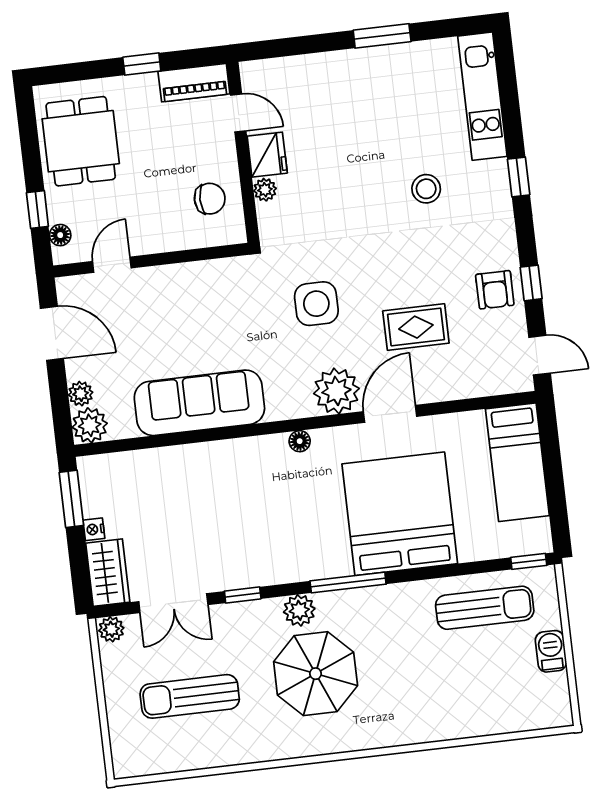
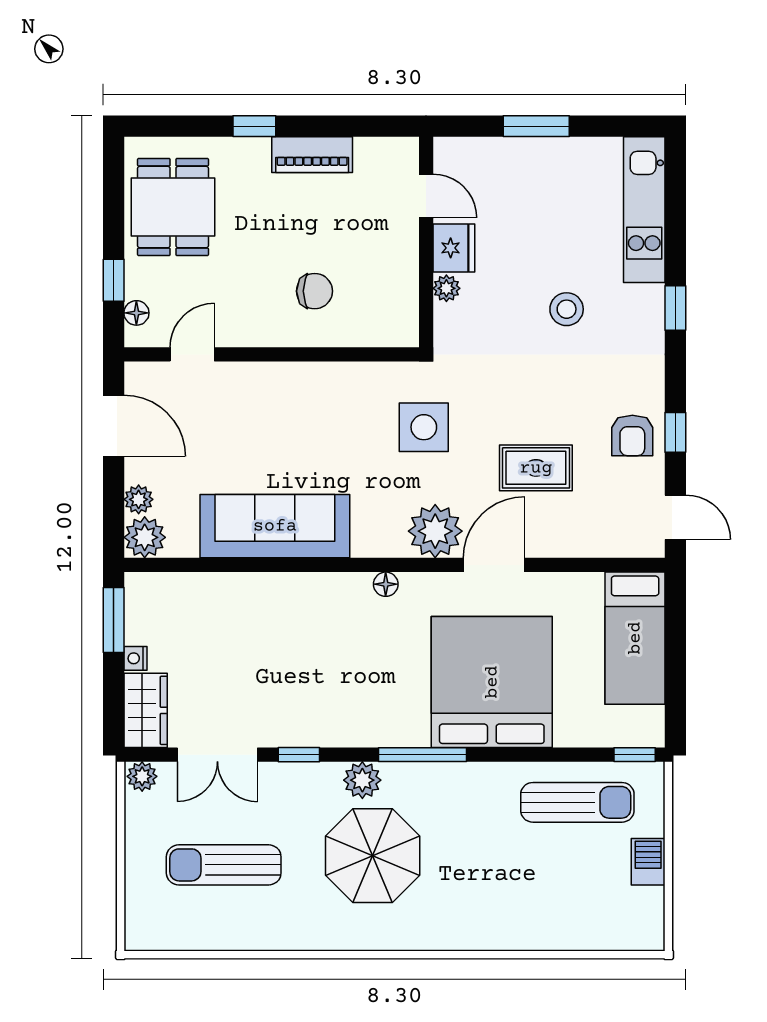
door: (238, 113) -> (426, 196), moved
wall: (243, 152) -> (426, 242), moved
fridge: (267, 155) -> (454, 248), moved
plant: (265, 190) -> (446, 288), moved

